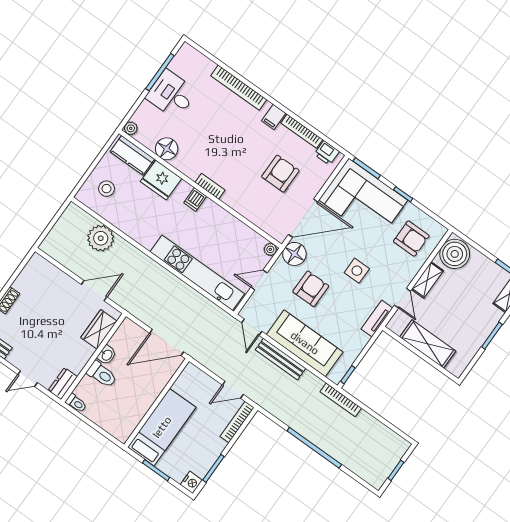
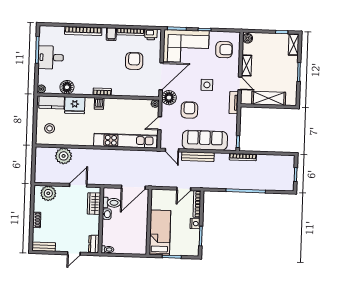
boiler: (455, 254) -> (248, 38), width x0.54, depth x0.54
plant: (47, 275) -> (48, 193), added
toilet: (102, 374) -> (112, 203), moved
nightstand: (191, 482) -> (195, 224), moved

